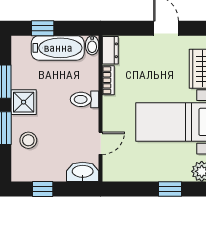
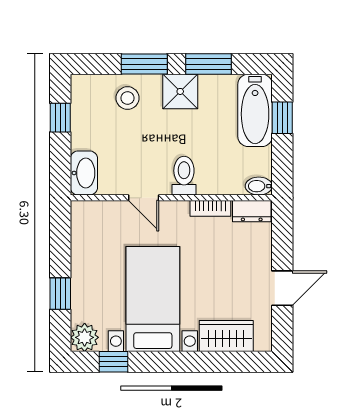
bathtub: (58, 48) -> (255, 110), moved
door: (101, 143) -> (144, 198), moved

